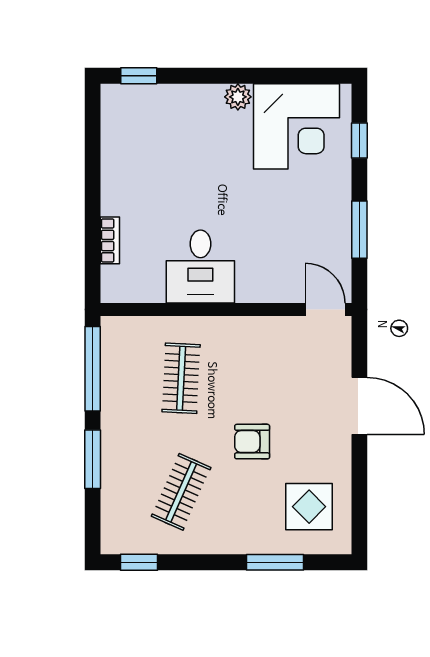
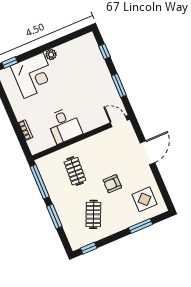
corner desk: (297, 126) -> (33, 75), moved
door: (359, 406) -> (147, 153), hinge flipped

